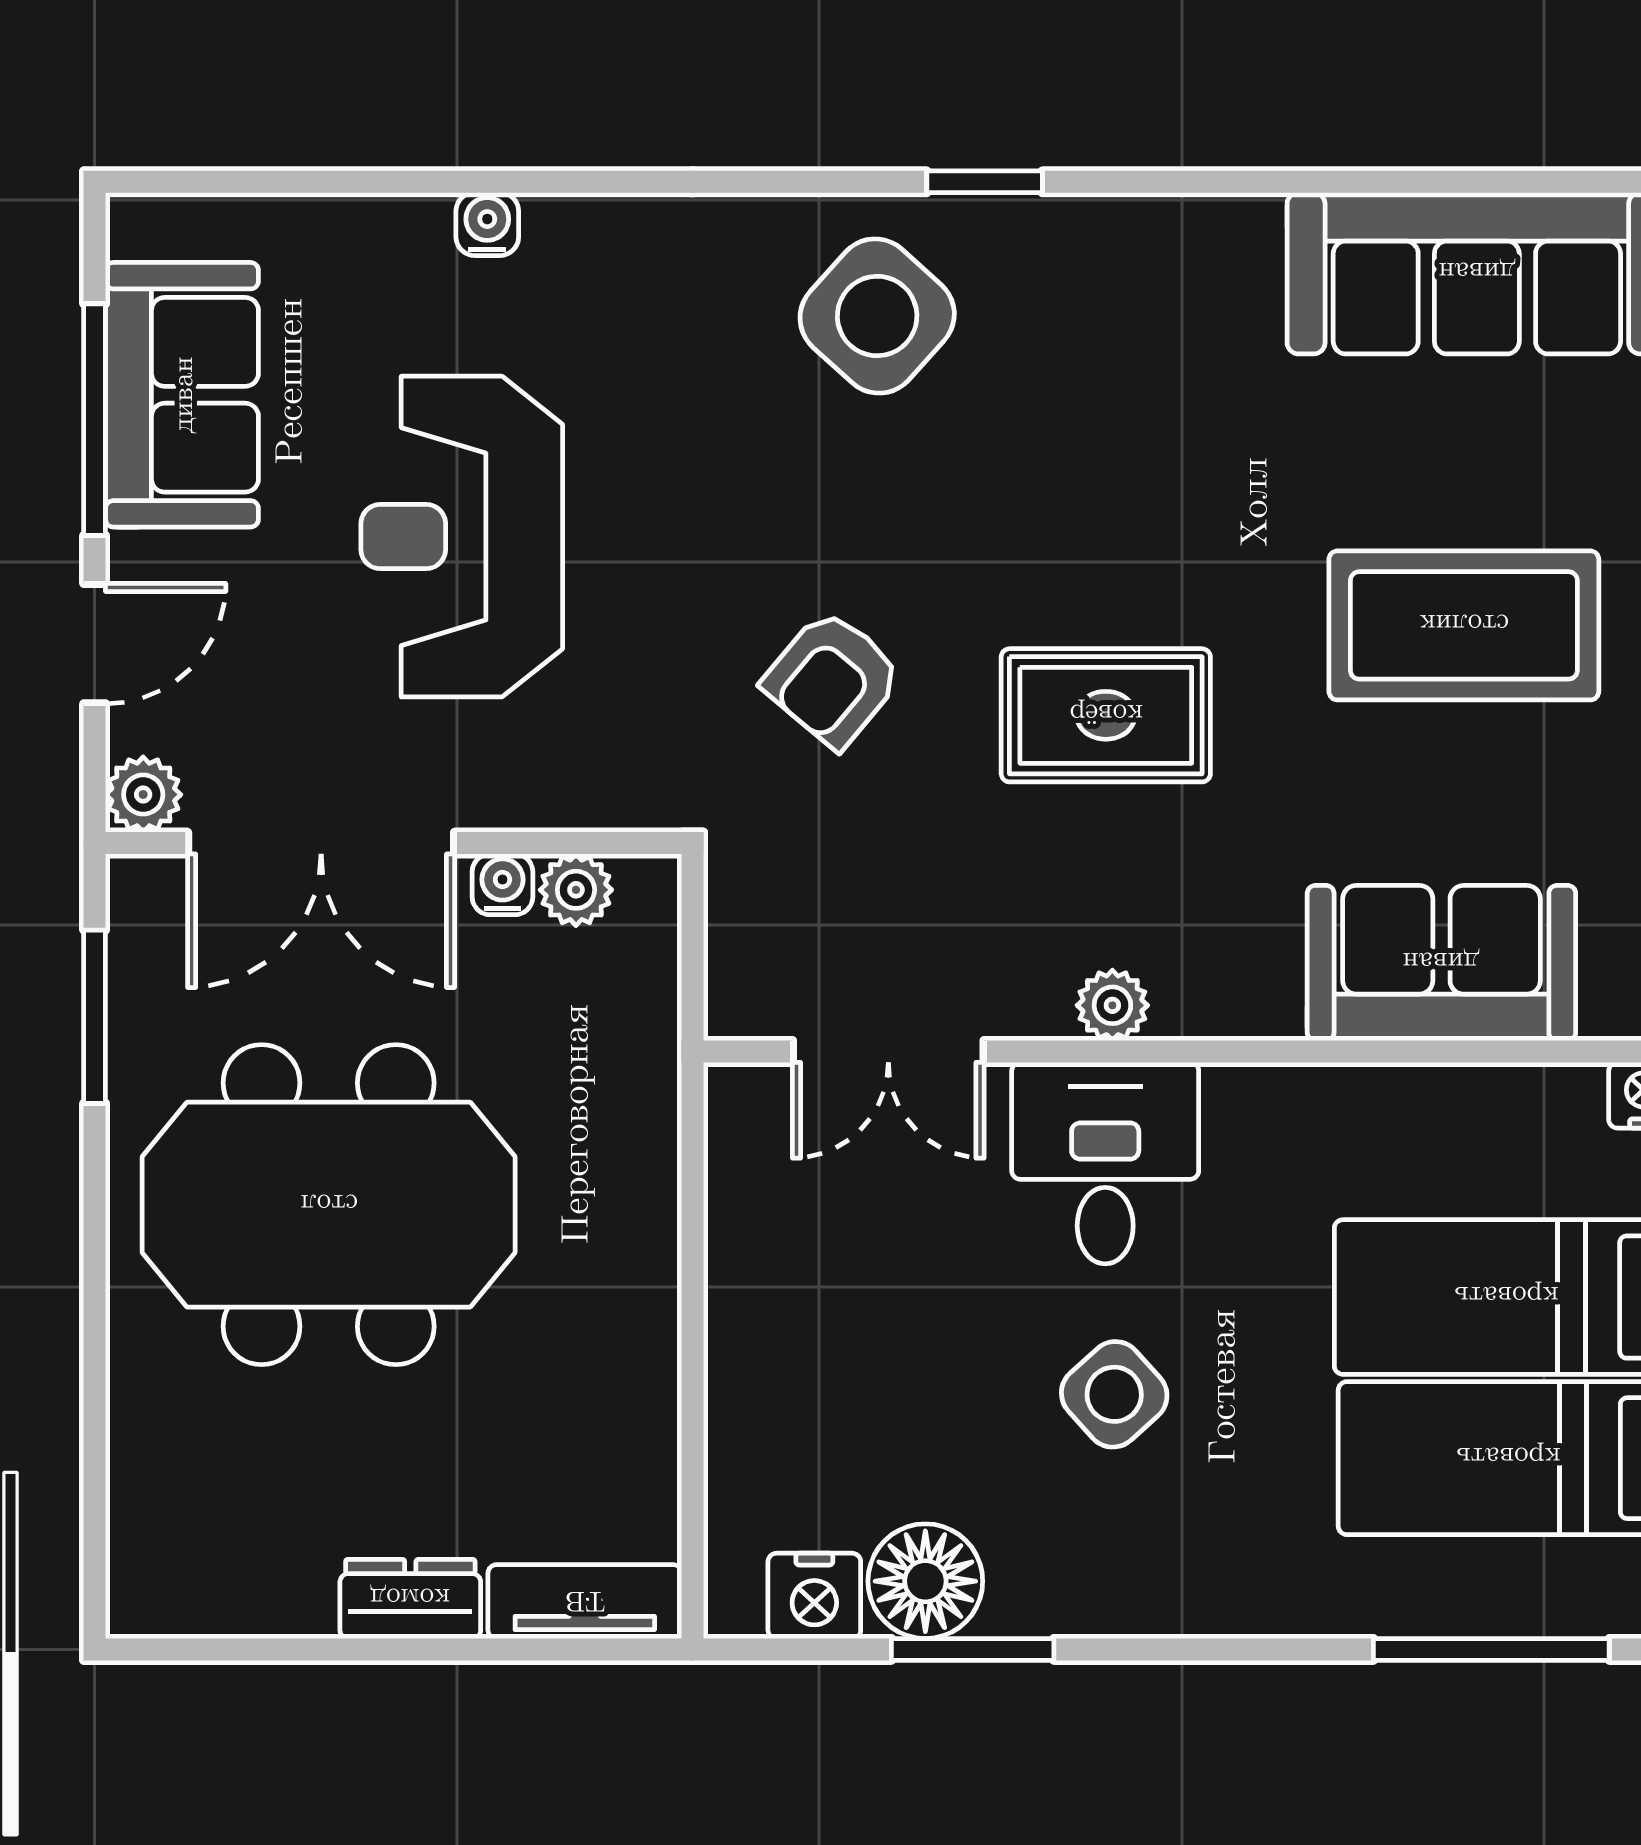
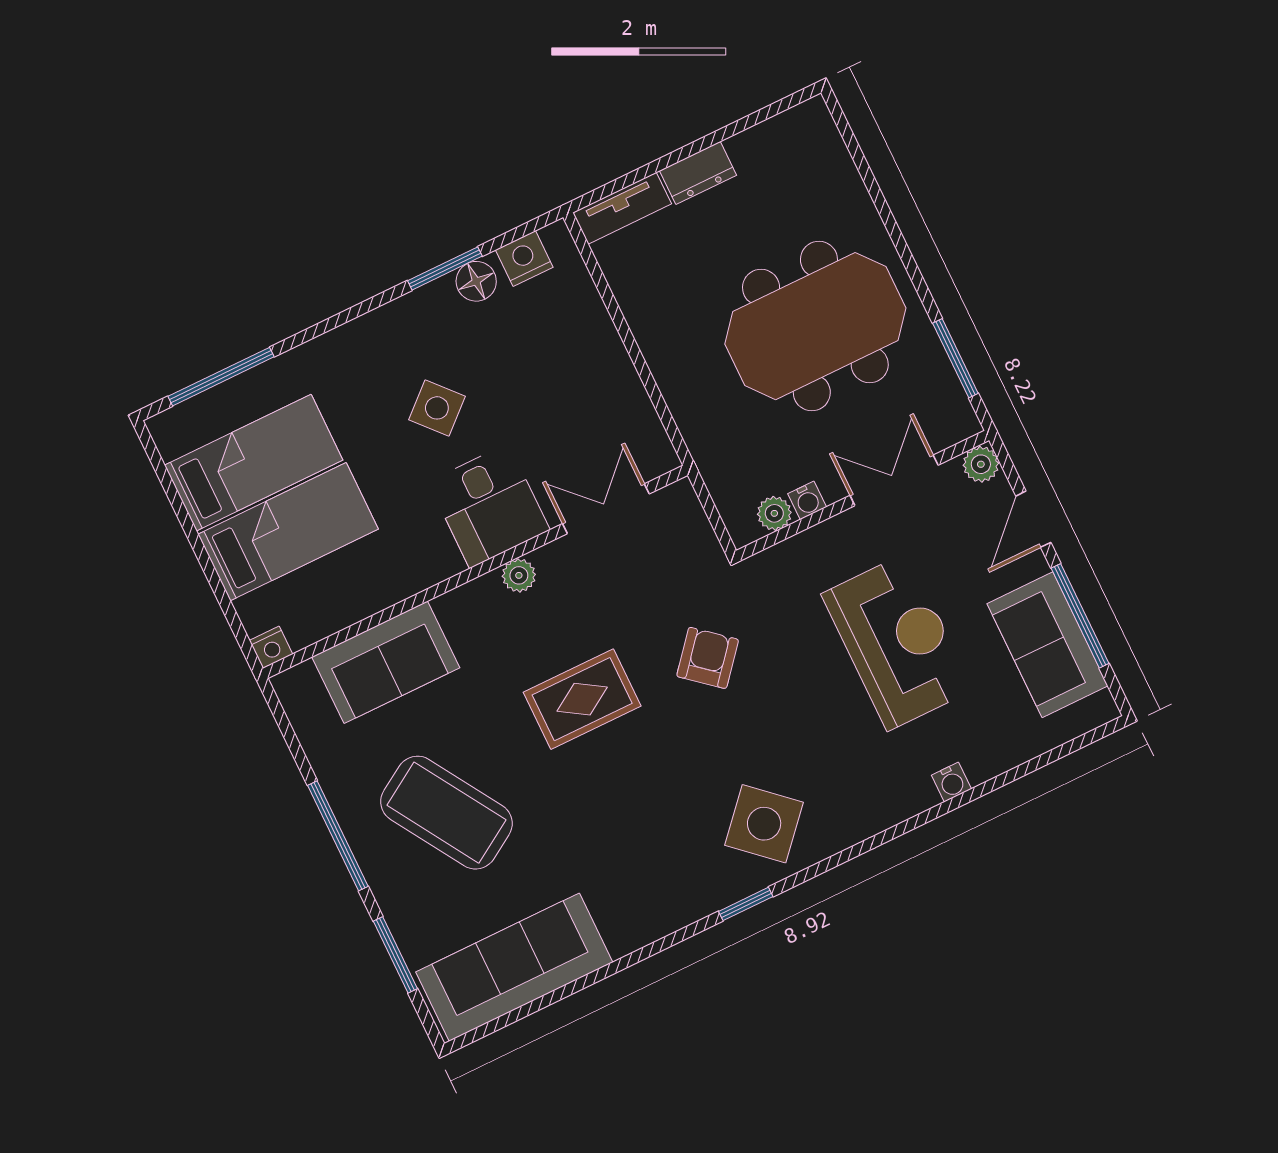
coffee table: (1464, 625) -> (446, 813), turned 58
double door: (321, 843) -> (894, 480), width x0.73
floor lamp: (925, 1581) -> (476, 281), width x0.73, depth x0.73

